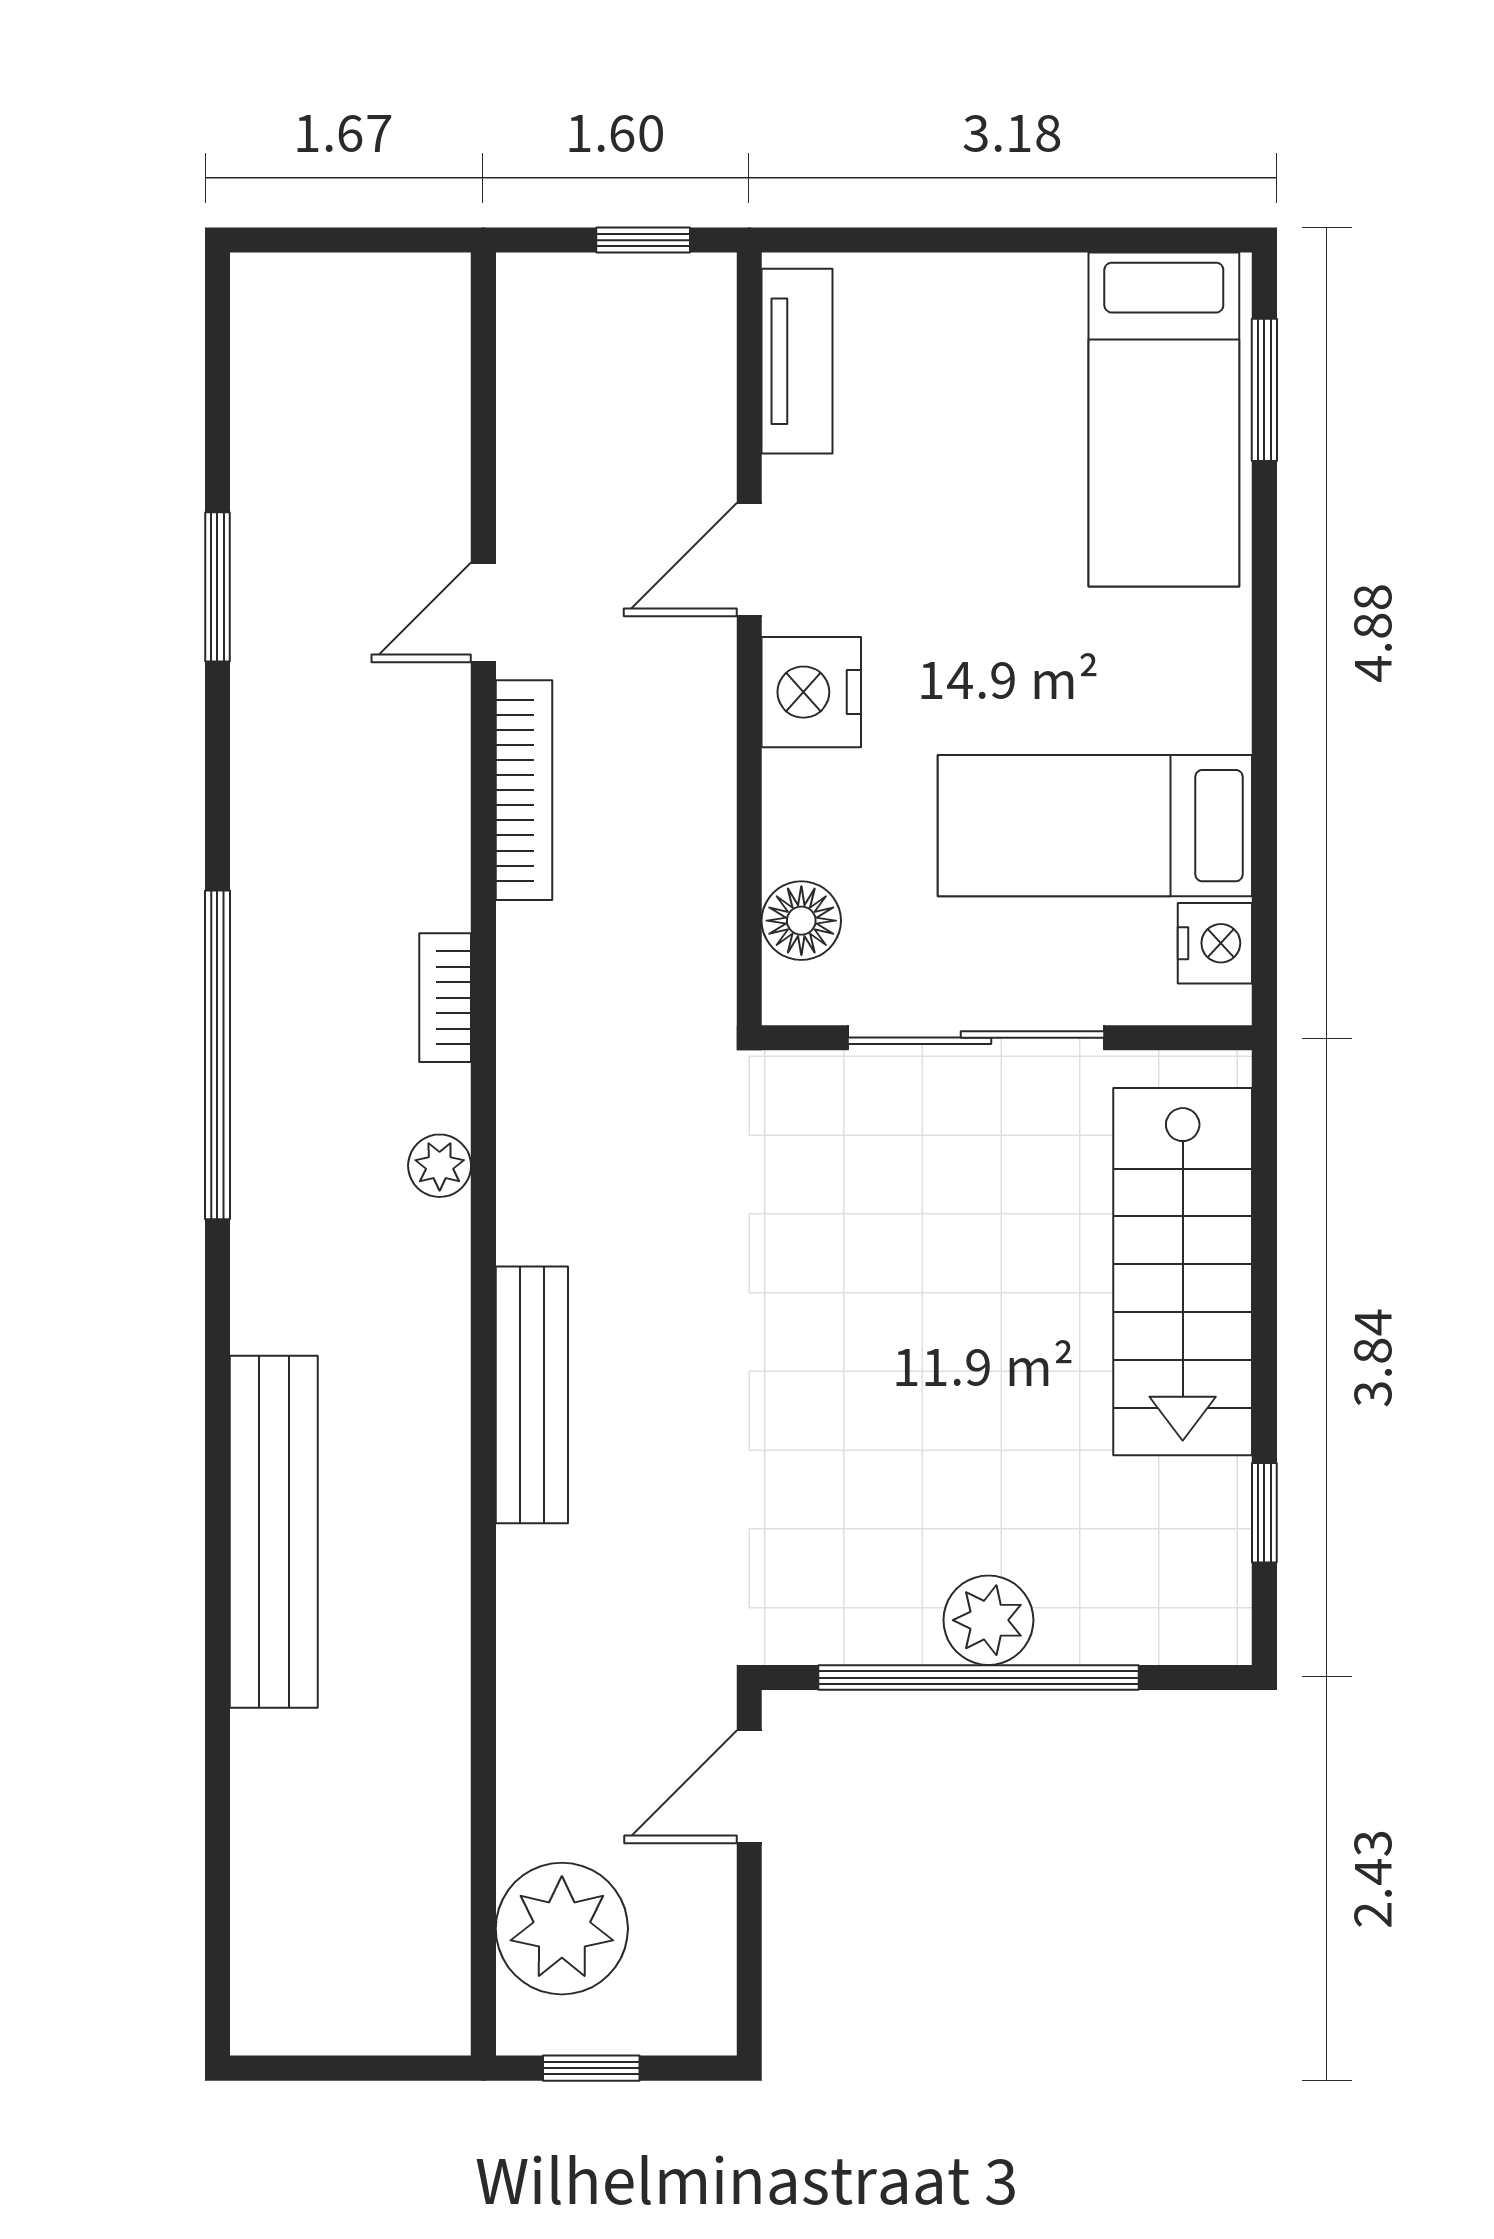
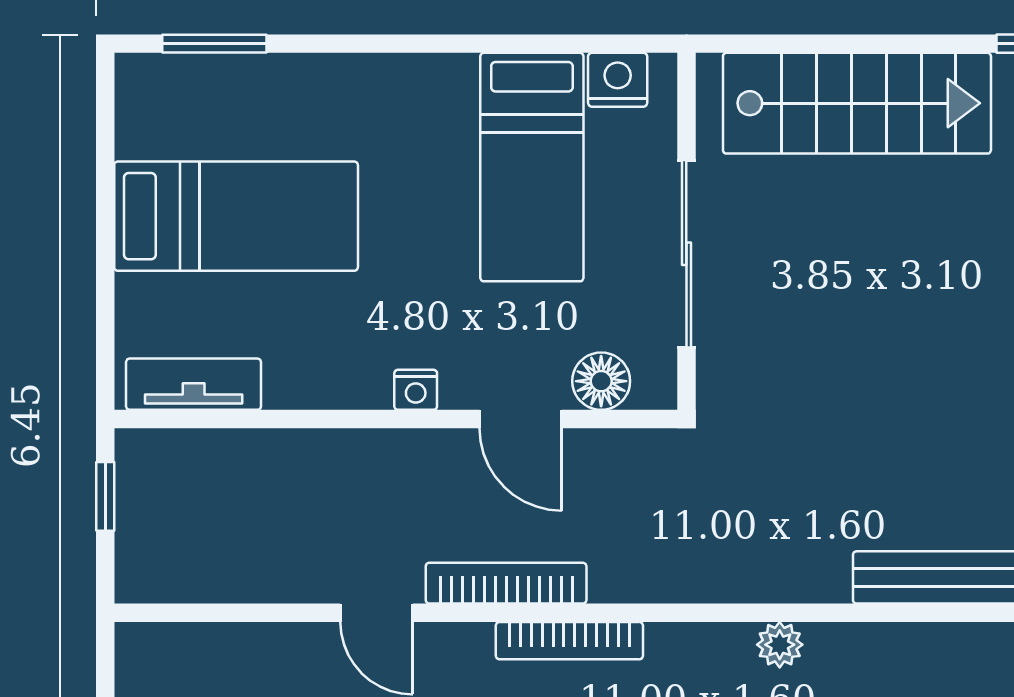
bed: (1164, 420) -> (236, 216), moved
door: (749, 560) -> (521, 419), moved
nightstand: (811, 692) -> (416, 390), width x0.53, depth x0.56
bookcase: (445, 998) -> (569, 641), moved, width x1.56

